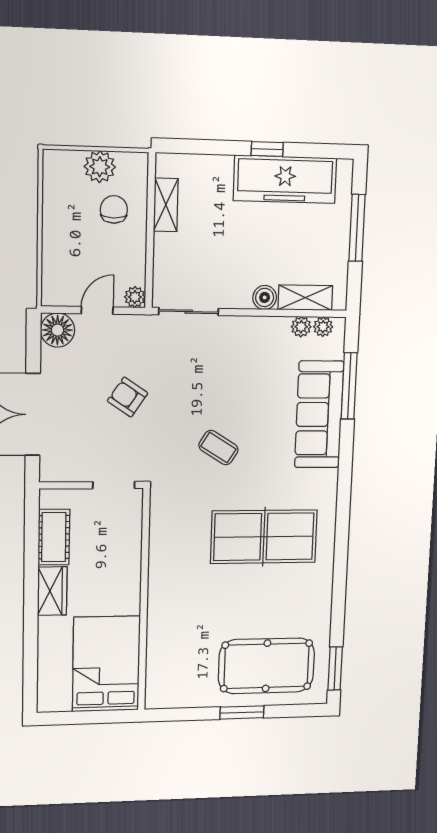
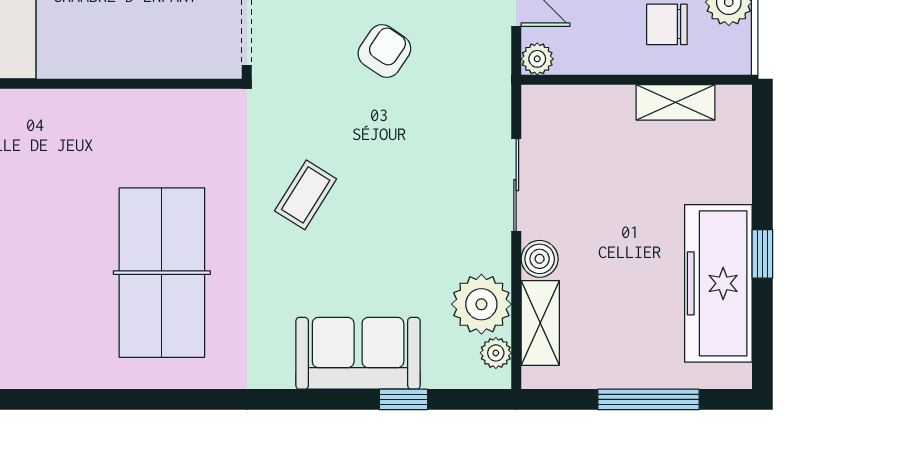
chair: (114, 209) -> (667, 24), turned 180
sliding door: (189, 312) -> (516, 185), moved
plant: (301, 327) -> (481, 304), width x1.88, depth x1.88
window: (349, 386) -> (403, 399), width x0.46
sofa: (319, 415) -> (358, 353), width x0.73

